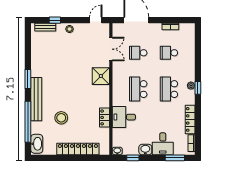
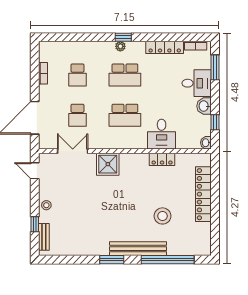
washbasin: (37, 144) -> (197, 248), removed

